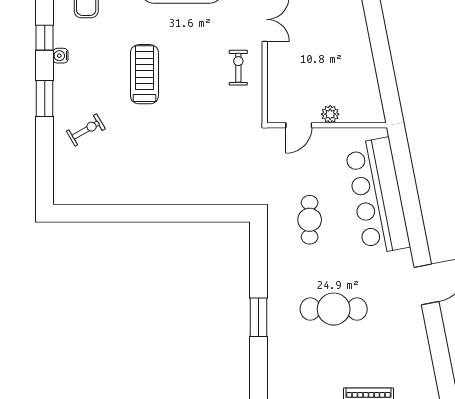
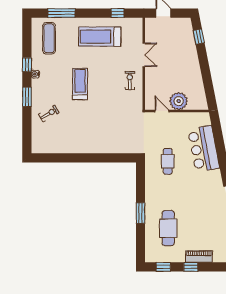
plant: (330, 114) -> (179, 101), width x1.87, depth x1.87
door: (299, 125) -> (162, 111), swing flipped
bar counter: (377, 196) -> (204, 149), width x0.73
cafe table: (334, 309) -> (168, 228), moved, turned 90

